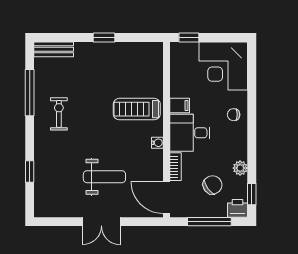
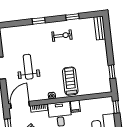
window: (104, 37) -> (112, 72), moved
window: (30, 93) -> (72, 17), width x0.46
window: (30, 171) -> (39, 21), moved
weight bench: (104, 177) -> (28, 67), turned 180

